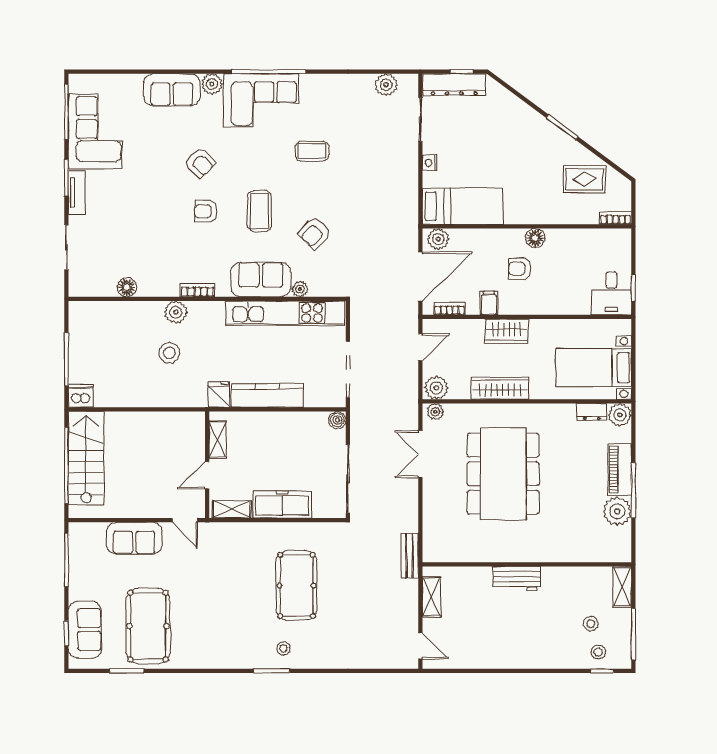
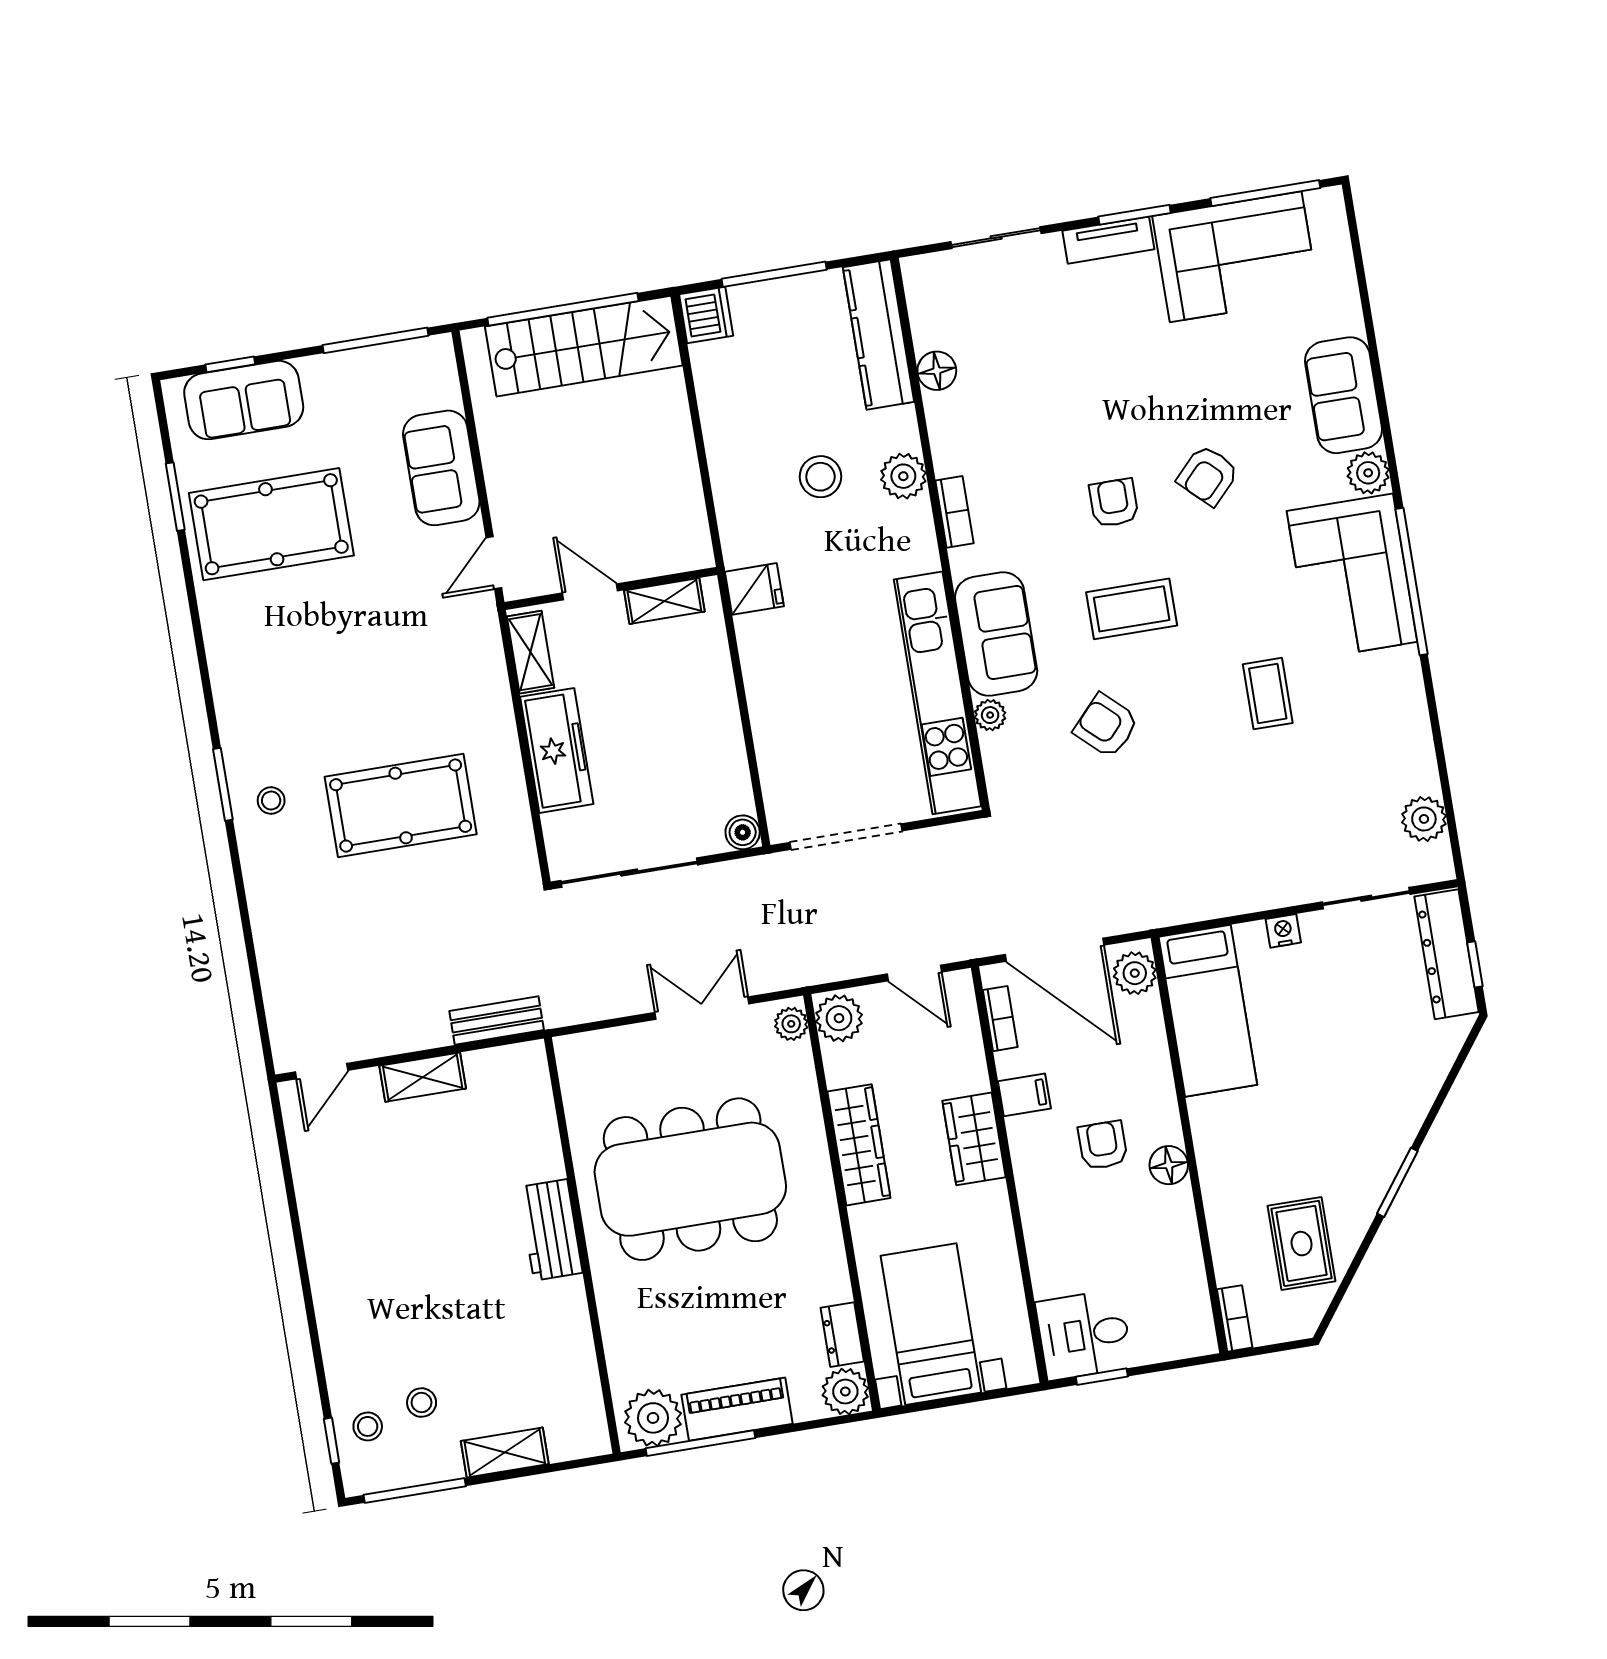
kitchen counter: (267, 395) -> (879, 335), moved, turned 180
wall: (527, 564) -> (582, 1245), moved
workbench: (517, 579) -> (551, 1230), moved

